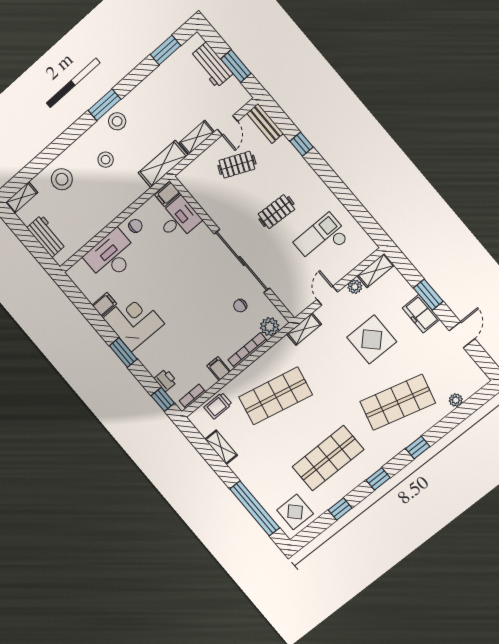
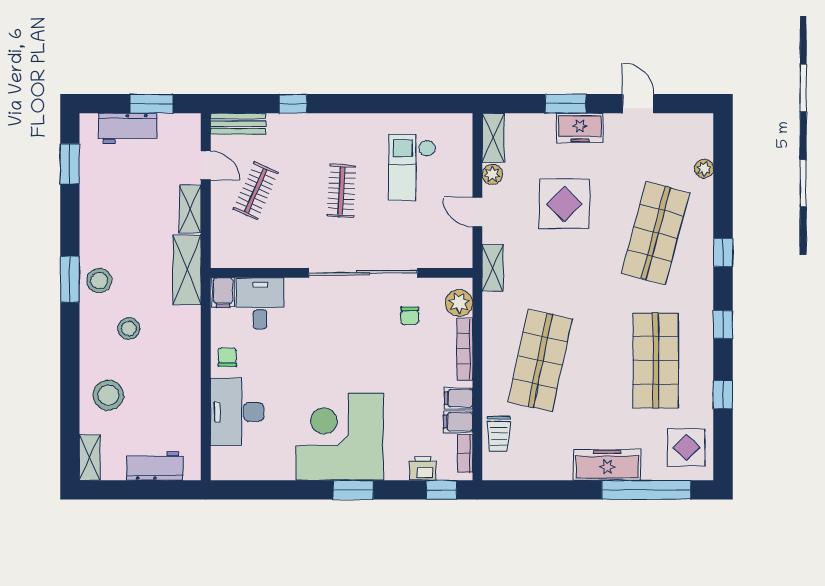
filing cabinet: (104, 305) -> (458, 422), moved, turned -90
corner desk: (134, 321) -> (340, 437), width x1.36, depth x1.36
shelving: (221, 447) -> (548, 470), removed
freezer: (250, 477) -> (607, 465), added

